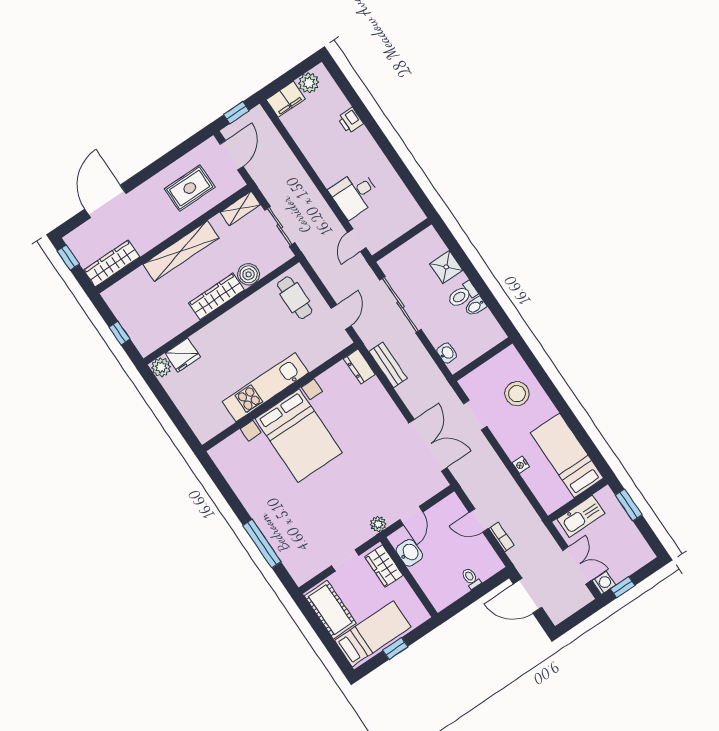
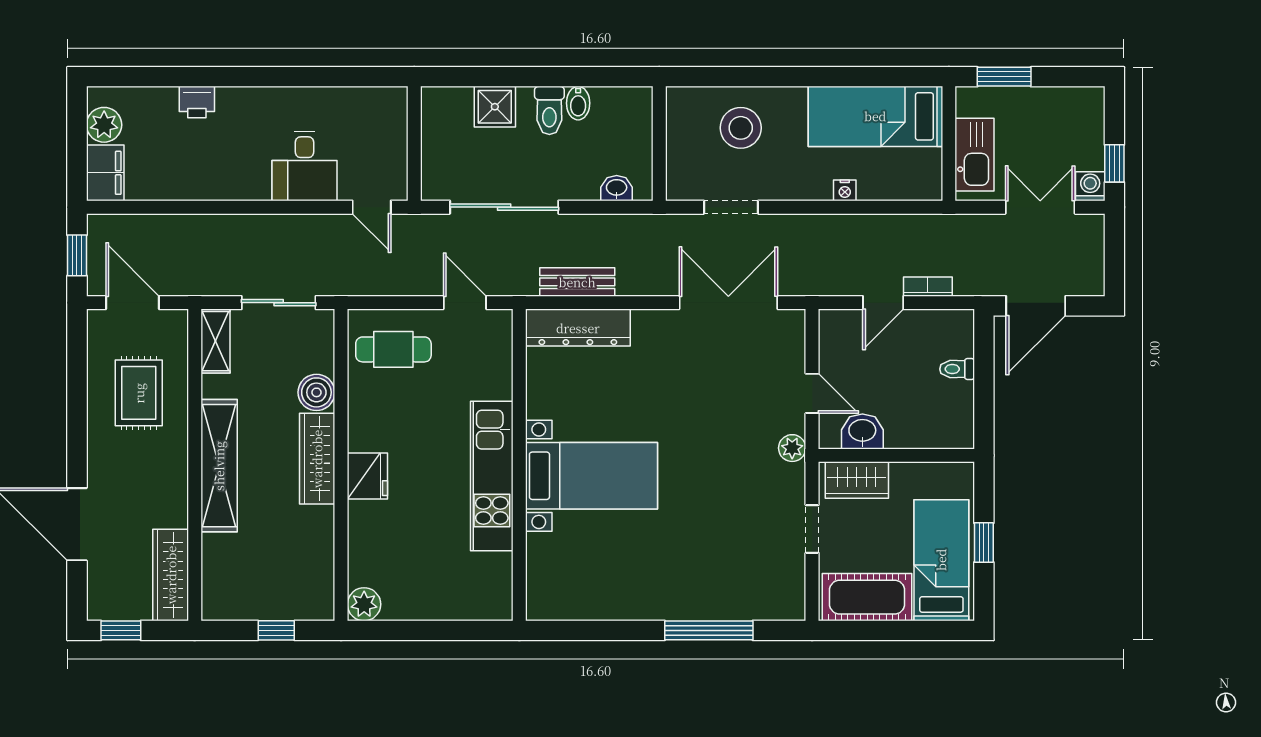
fridge: (183, 355) -> (367, 476), moved
dresser: (359, 367) -> (578, 328), width x1.96, depth x1.24
bed with nightstands: (299, 436) -> (592, 476), width x0.73

